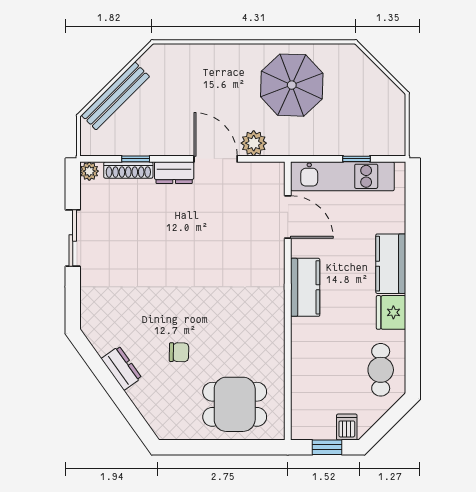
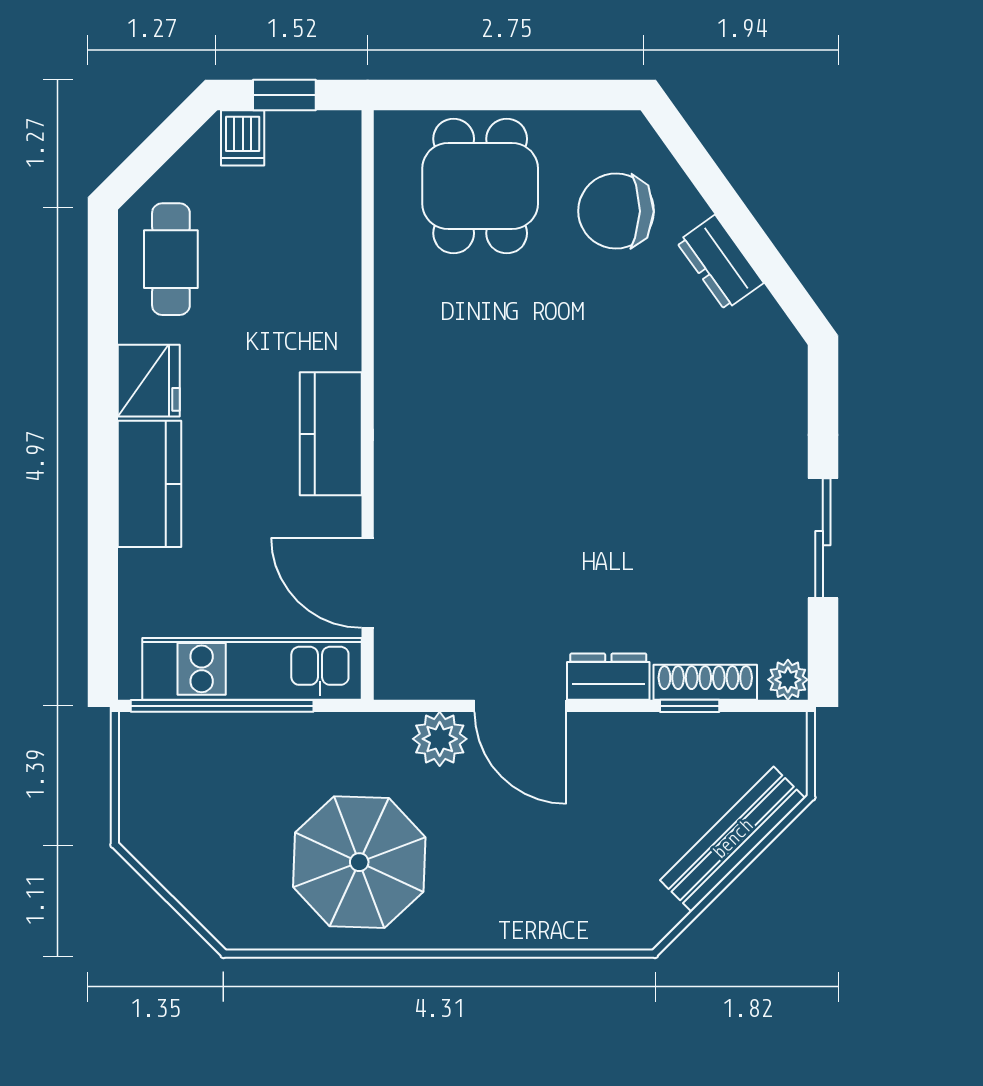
window: (356, 159) -> (222, 706), width x3.17
chair: (179, 352) -> (616, 211), moved, width x1.87, depth x1.87
dining table: (235, 404) -> (480, 186), turned 90

